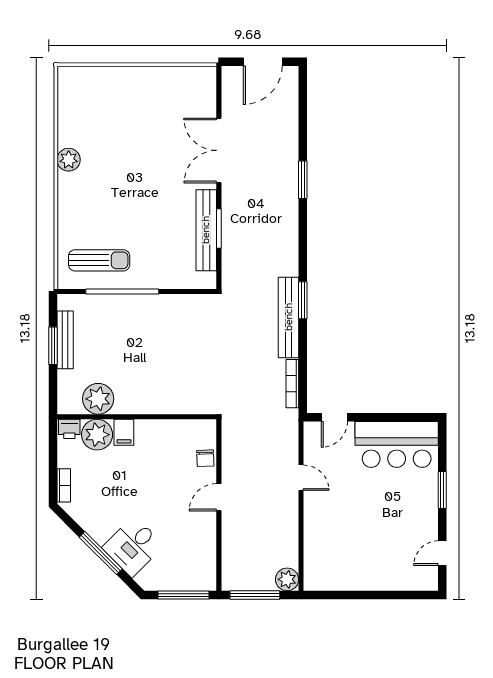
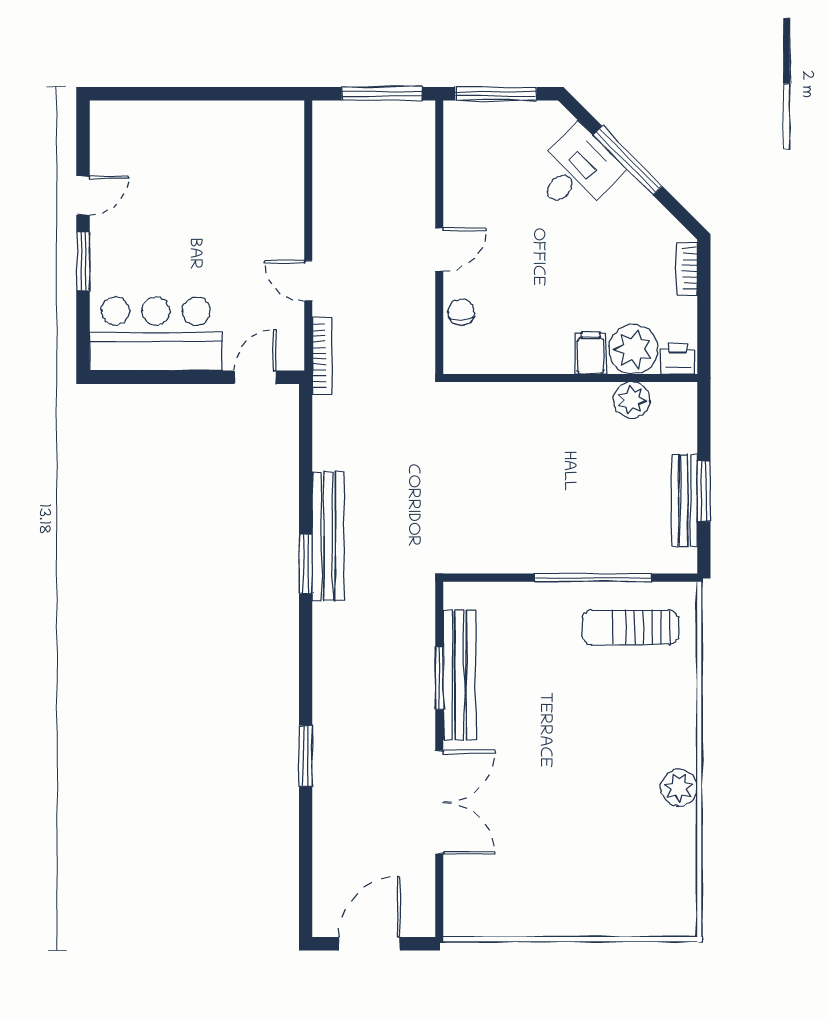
bookcase: (292, 384) -> (322, 356), moved
plant: (98, 399) -> (632, 400), width x0.73, depth x0.73
door: (442, 553) -> (83, 195), moved
plant: (287, 579) -> (331, 119), removed

